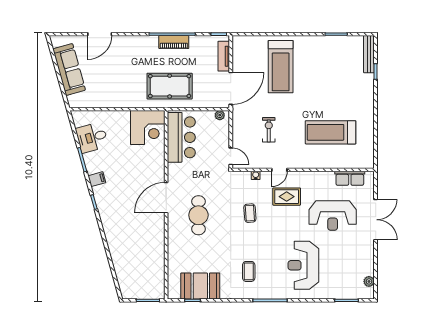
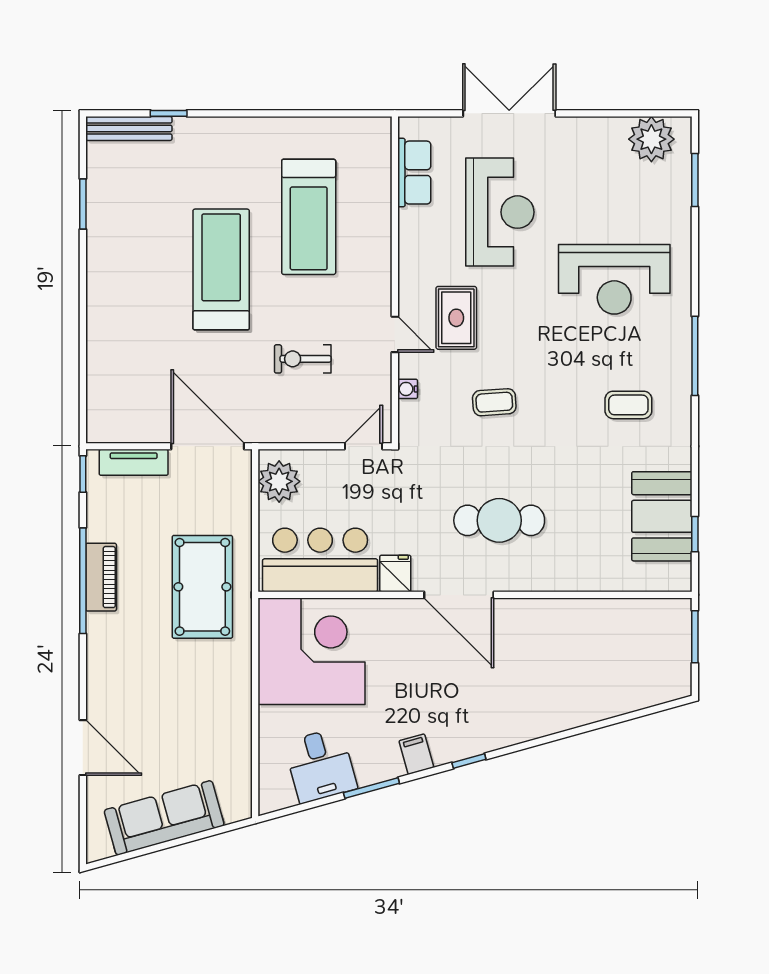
treadmill: (281, 67) -> (221, 269), moved, turned -90
plant: (220, 115) -> (279, 481), width x1.88, depth x1.88
corner desk: (148, 127) -> (312, 651), width x1.36, depth x1.36
fridge: (175, 170) -> (395, 573), added
plant: (369, 281) -> (651, 139), width x1.87, depth x1.87

